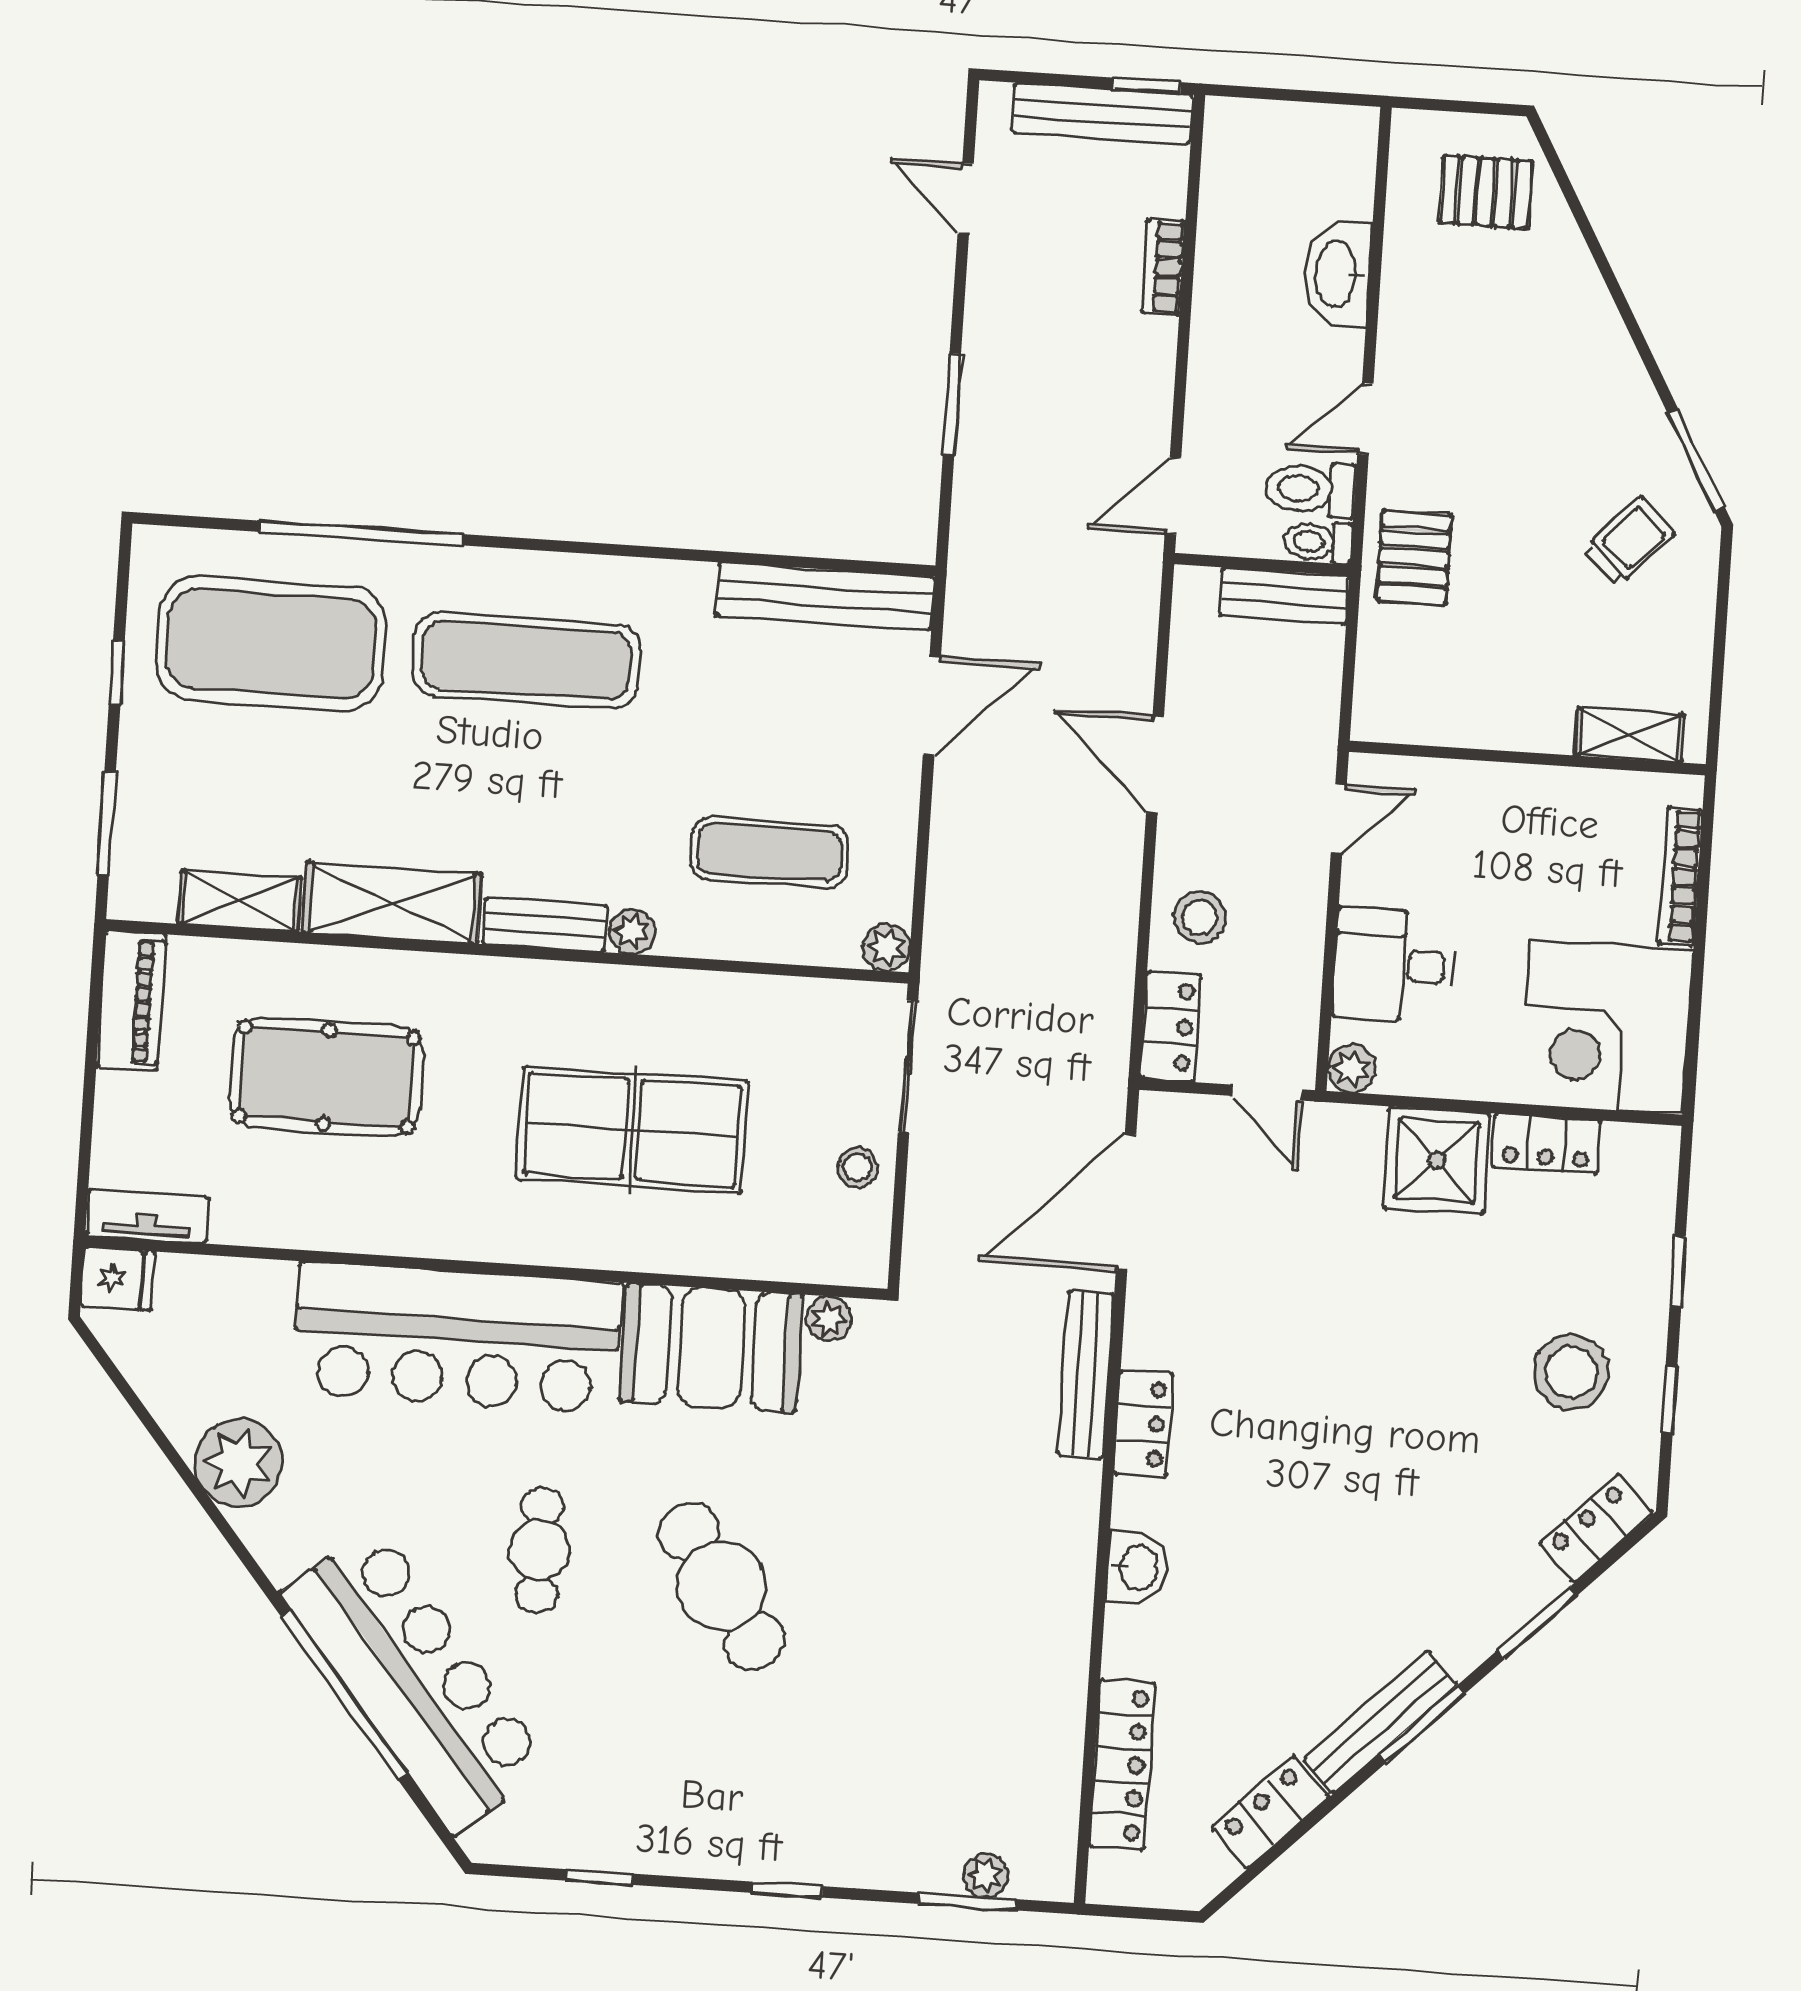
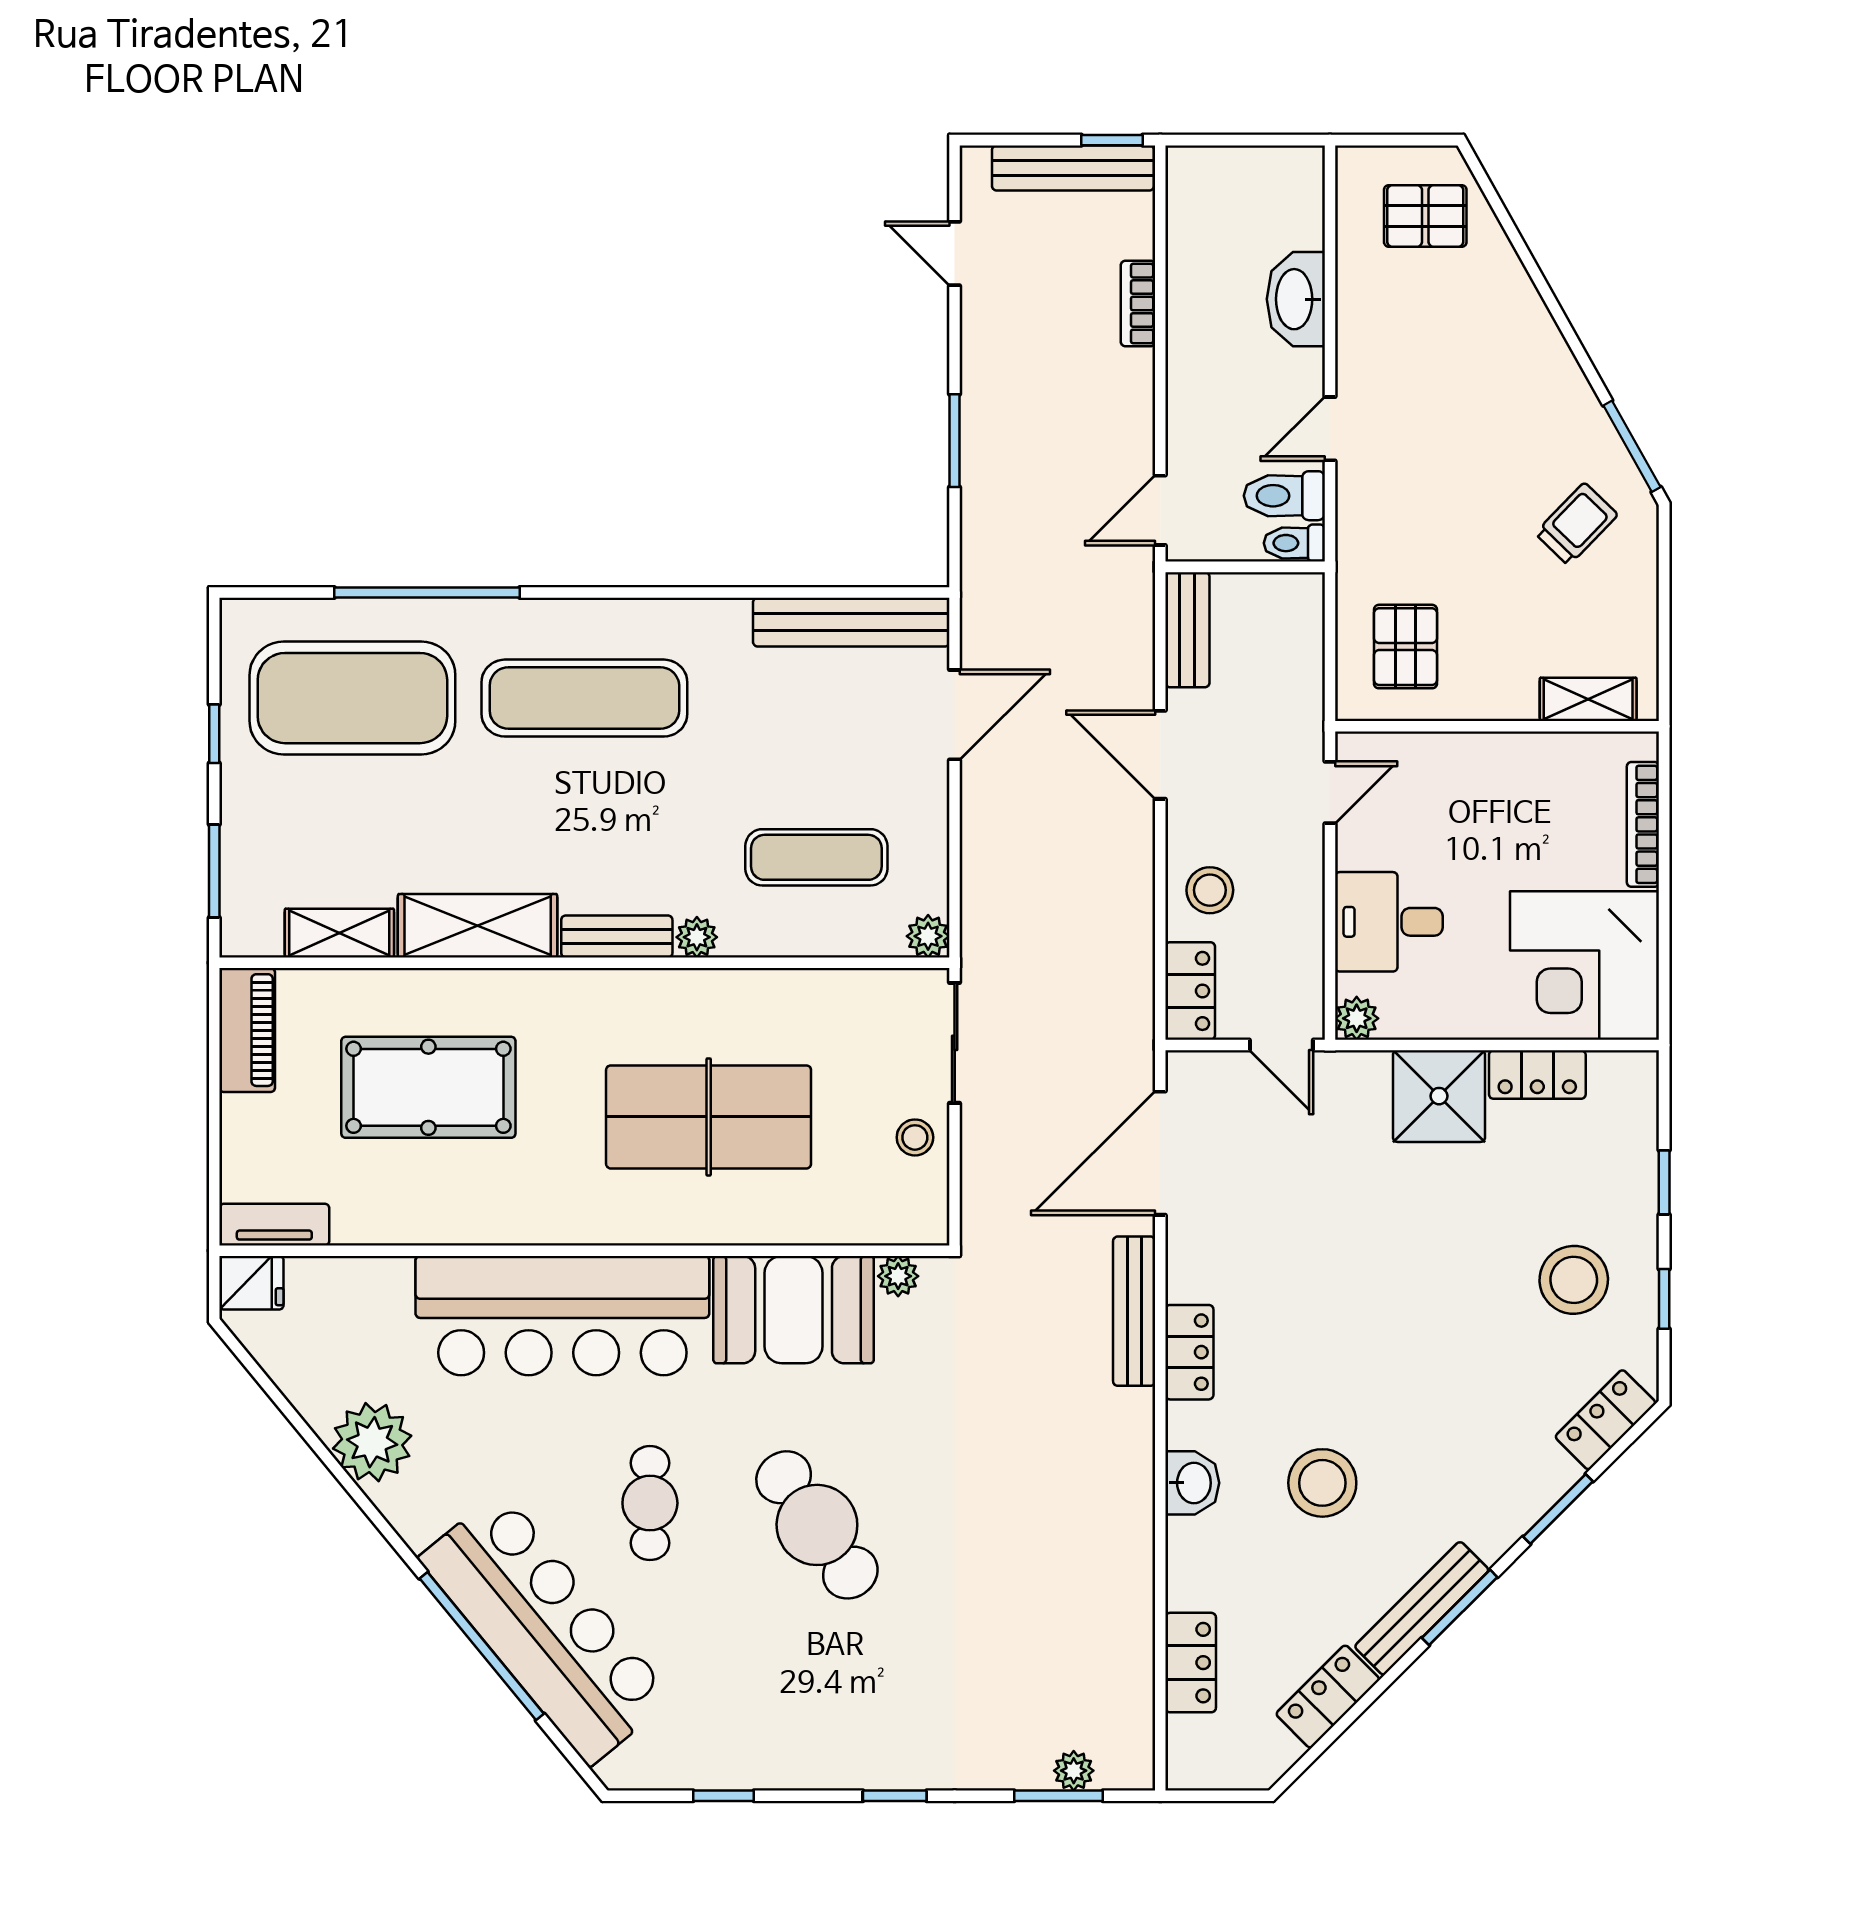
pallet: (1414, 558) -> (1405, 647), moved
bench: (1284, 596) -> (1187, 630), moved, turned 90
stool: (1280, 1577) -> (1322, 1483), added
locker: (1122, 1765) -> (1191, 1663), width x0.66

